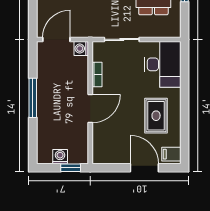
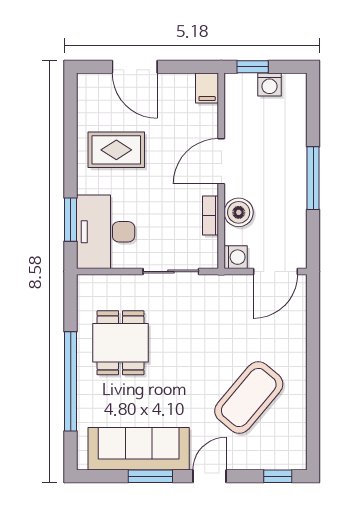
window: (185, 72) -> (71, 220), added
boiler: (79, 77) -> (239, 212), added
rug: (156, 116) -> (116, 150), turned 90
filing cabinet: (171, 154) -> (207, 88), moved, turned 90

